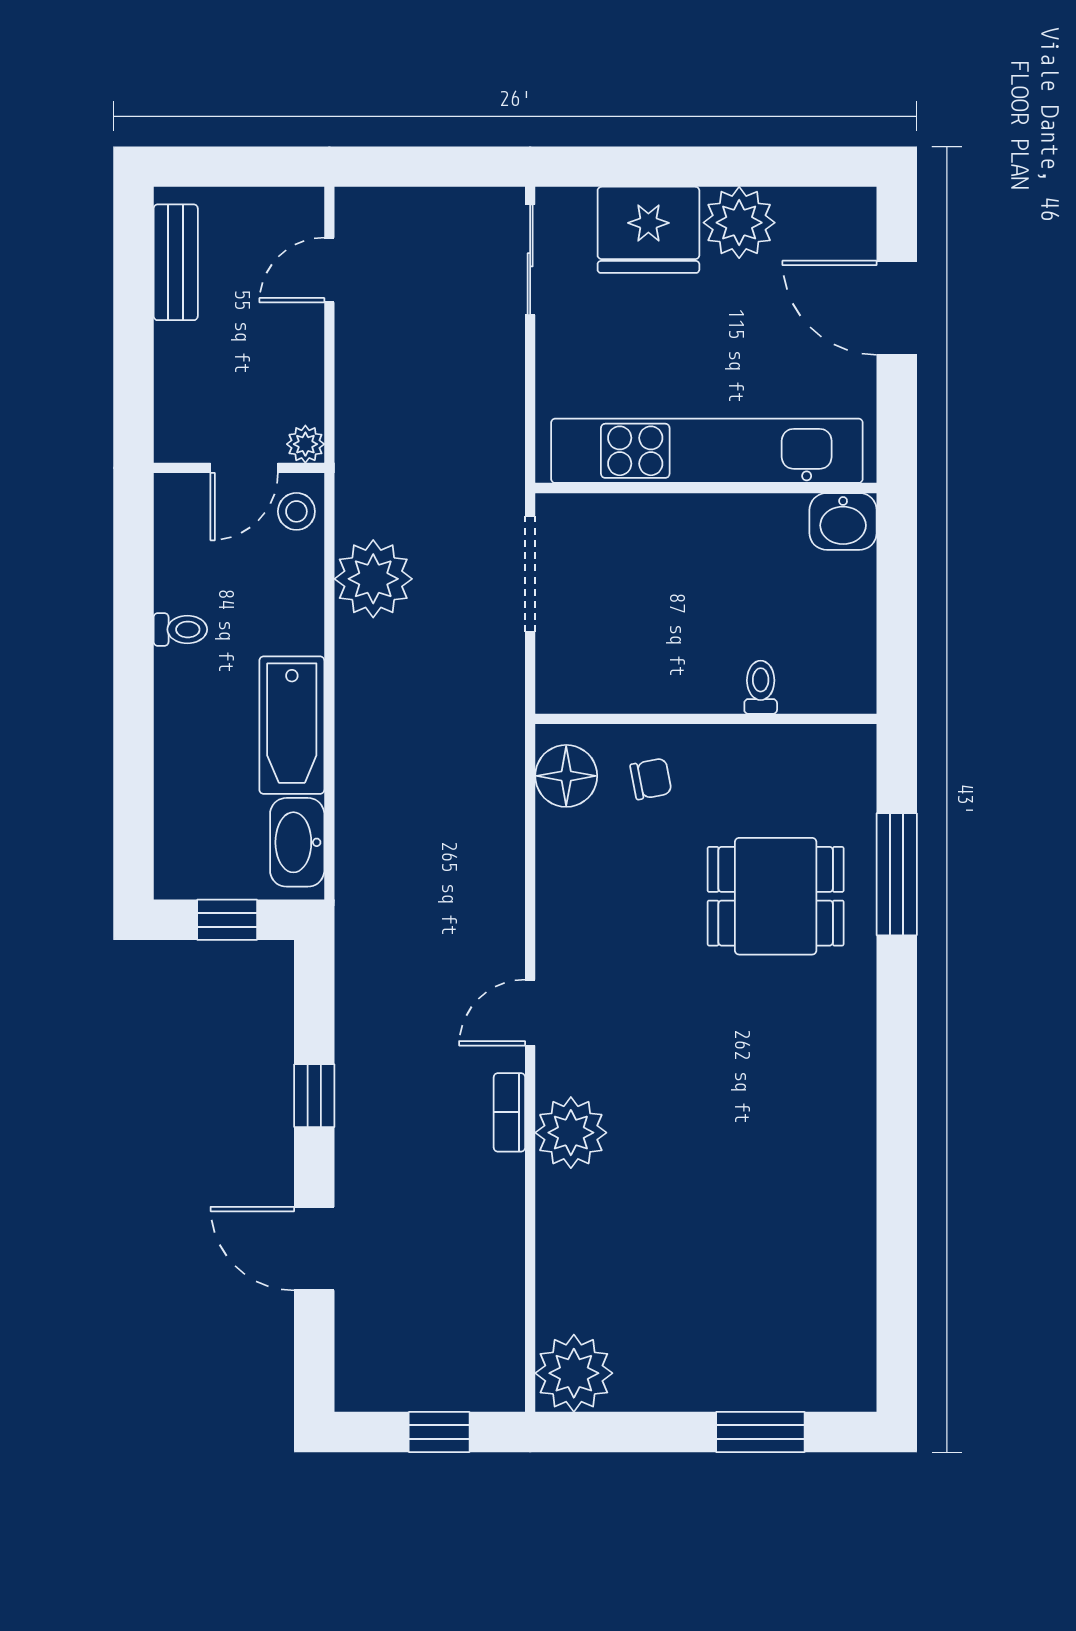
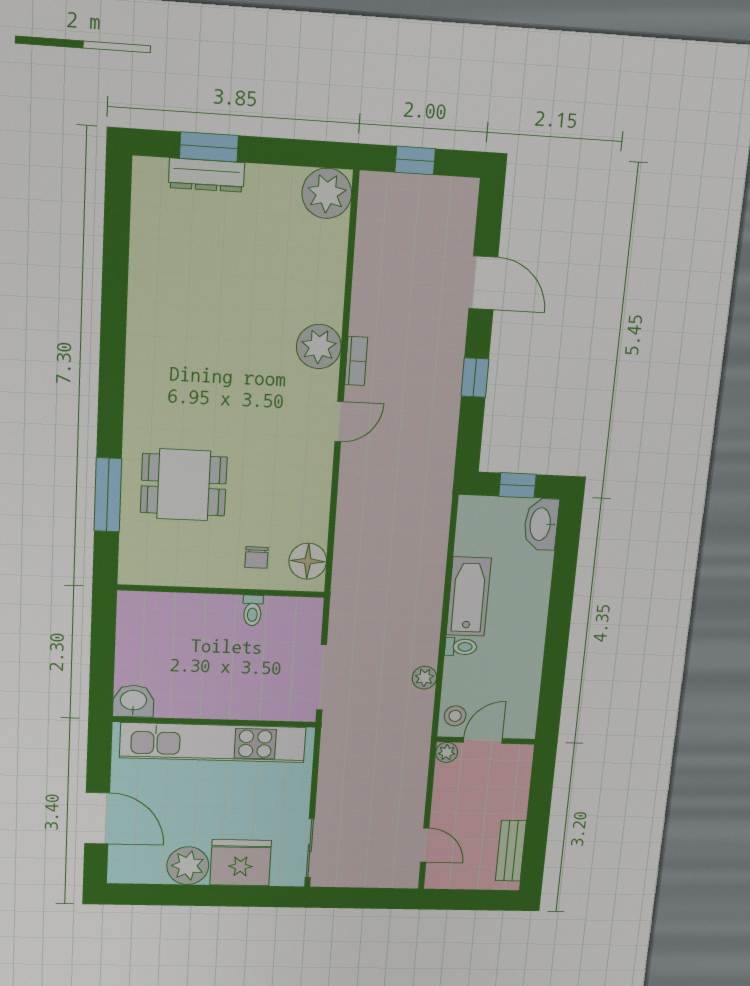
door: (329, 270) -> (425, 845), hinge flipped
plant: (373, 579) -> (424, 678), width x0.53, depth x0.53
toilet: (180, 629) -> (461, 647), moved, turned 180
toilet: (761, 687) -> (253, 610), moved
chair: (651, 779) -> (257, 557), turned -79
washbasin: (297, 842) -> (541, 524), moved, turned 180
dresser: (762, 1389) -> (207, 175), added

